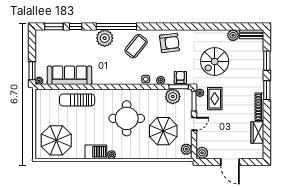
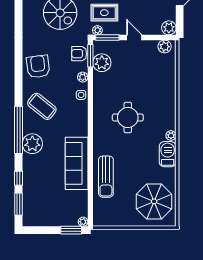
sofa: (69, 75) -> (77, 163), moved
round table: (127, 118) -> (128, 118), width x0.73, depth x0.73
parasol: (163, 131) -> (143, 74), removed

